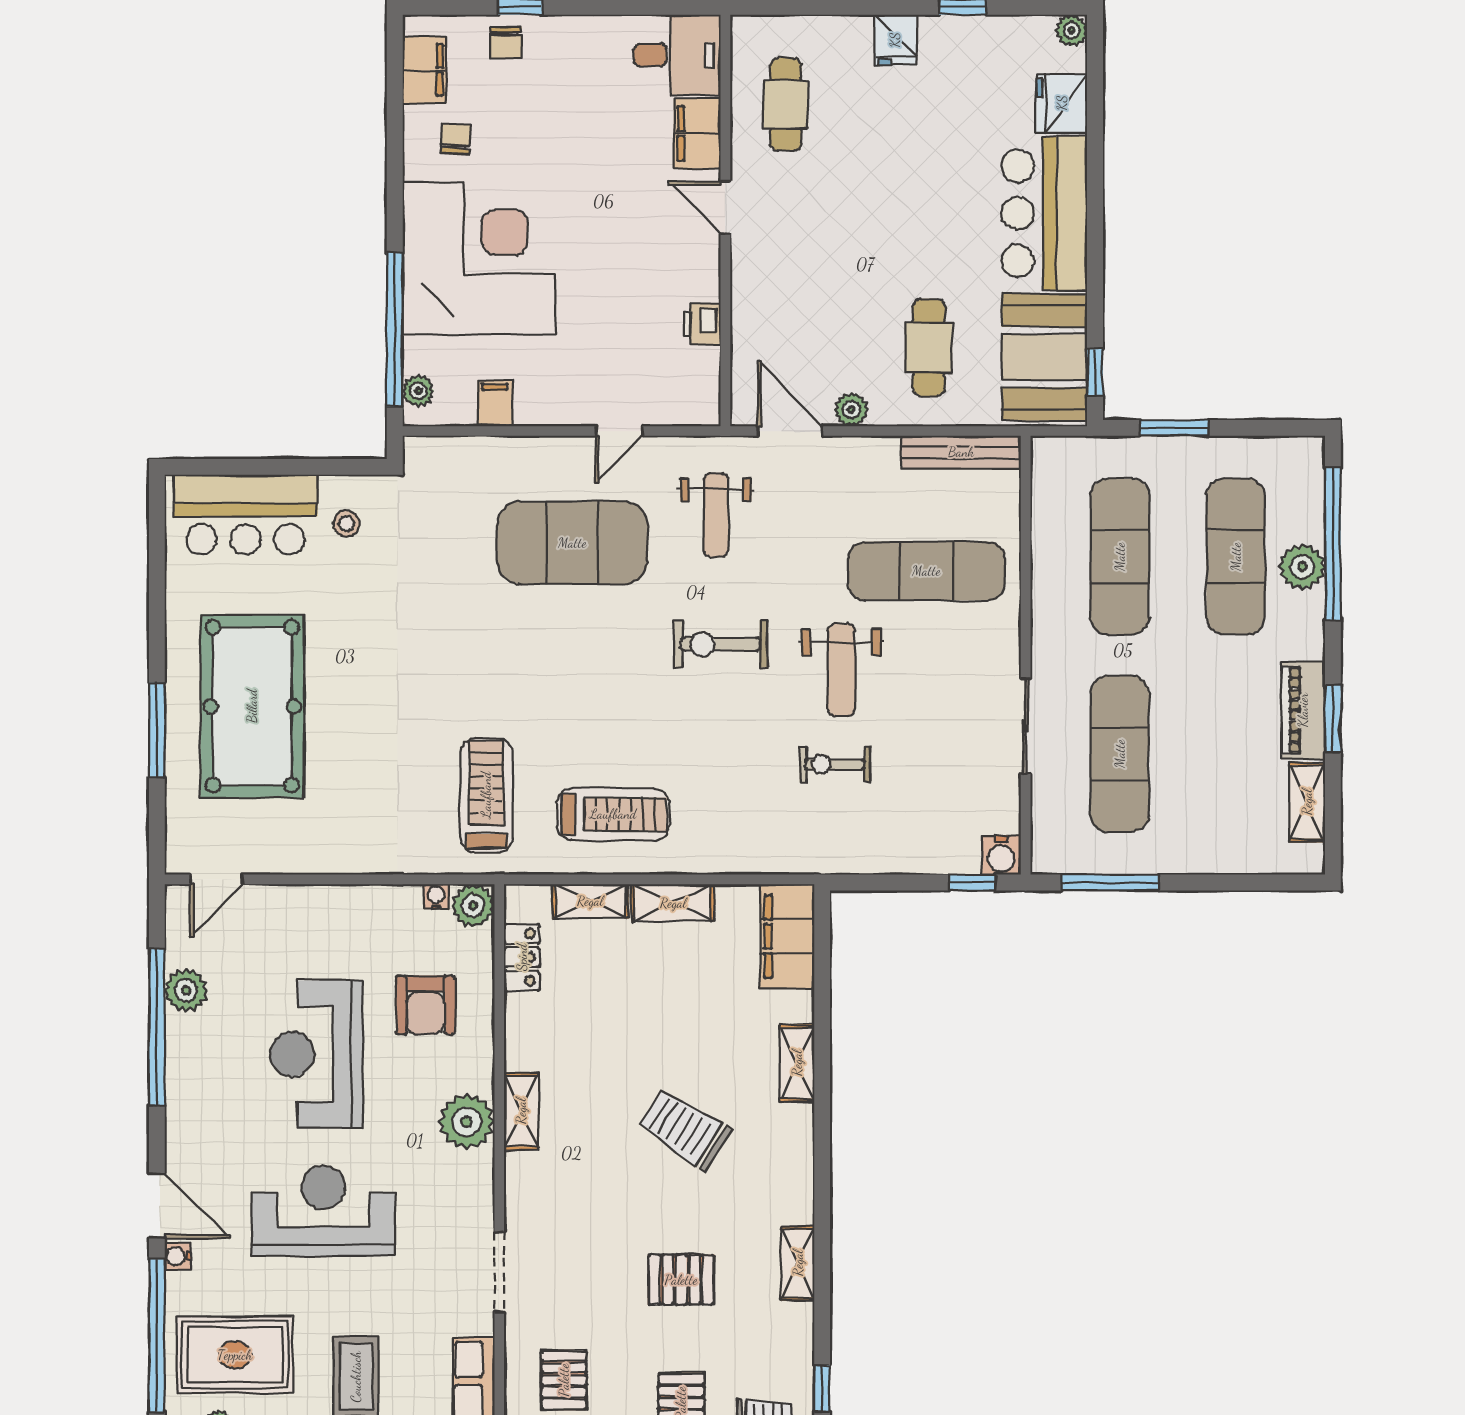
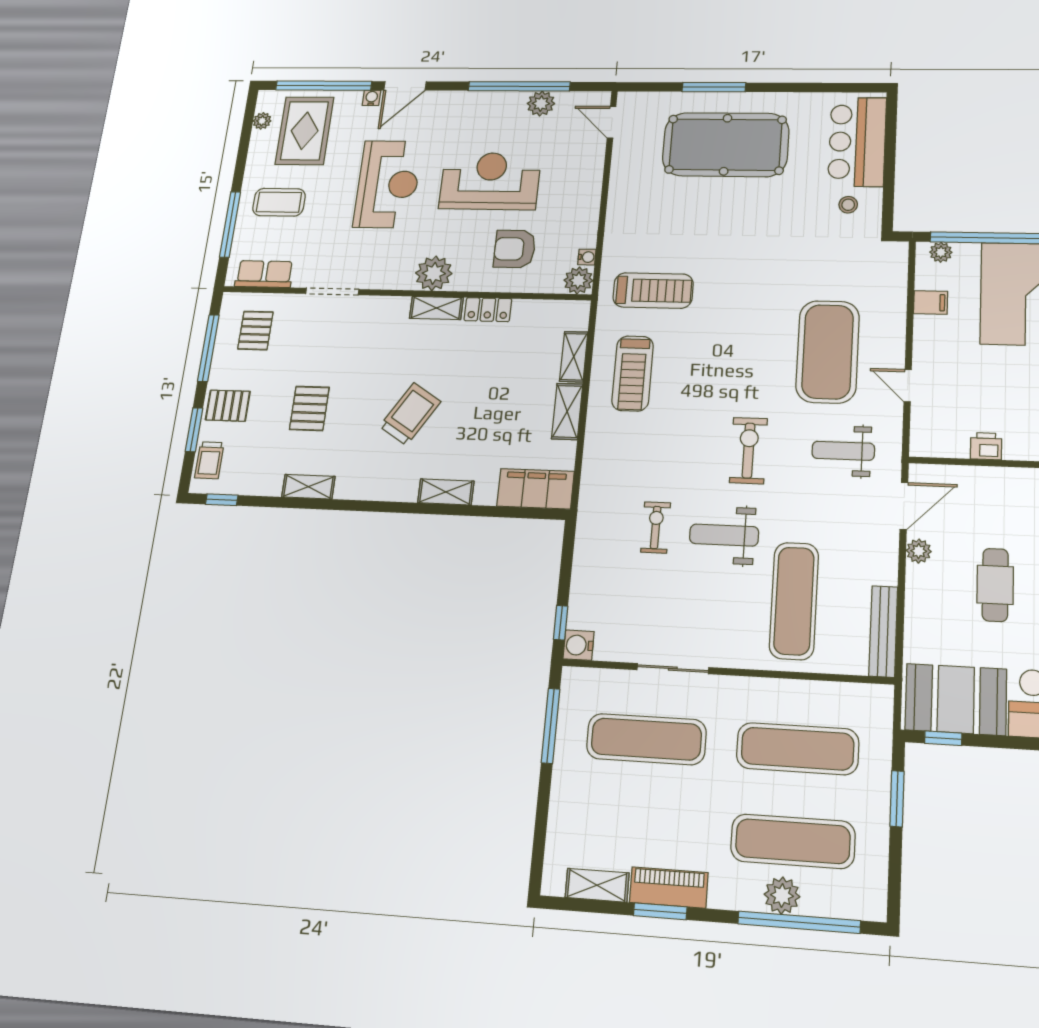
cafe table: (929, 347) -> (995, 585), moved, turned 90
locker: (522, 957) -> (488, 310), moved
pallet: (564, 1380) -> (255, 330), turned 90

